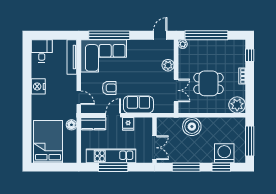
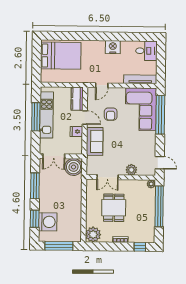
floor lamp: (71, 125) -> (76, 78), removed
boiler: (192, 127) -> (74, 167), moved

